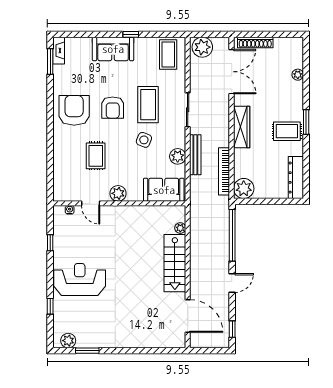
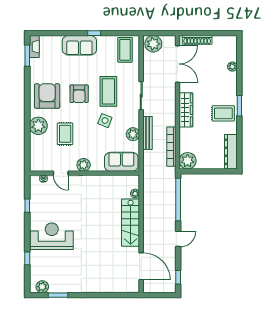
plant: (63, 146) -> (38, 126), added

